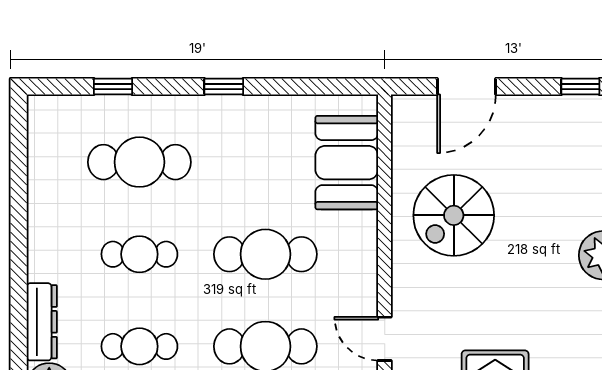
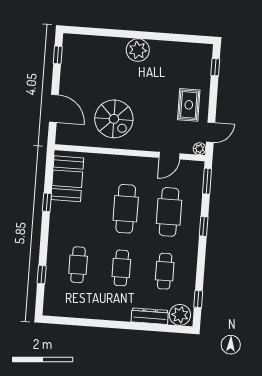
window: (224, 86) -> (47, 202), moved
cafe table: (139, 162) -> (78, 265), width x0.73, depth x0.74
booth: (347, 163) -> (67, 179), moved, turned 90

